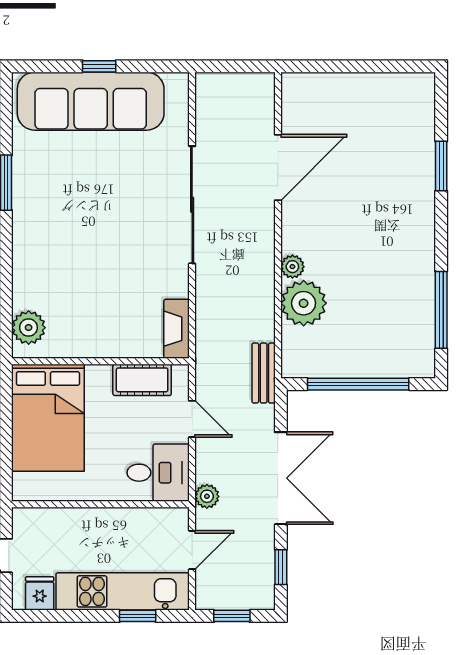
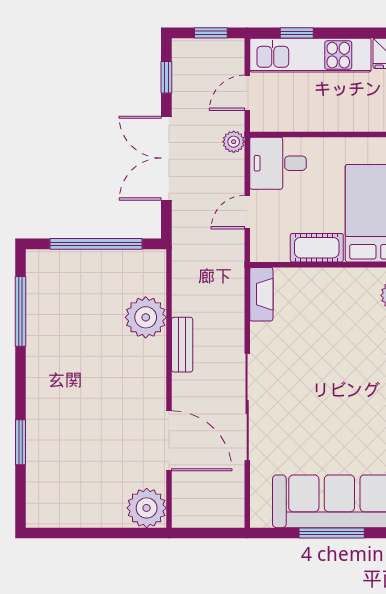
window: (99, 66) -> (332, 533), width x2.17
door: (278, 168) -> (169, 441), swing flipped
plant: (292, 267) -> (147, 508), moved, width x1.88, depth x1.88
bench: (264, 373) -> (182, 345), moved
cot: (142, 380) -> (317, 248), moved
door: (192, 419) -> (247, 212), hinge flipped

